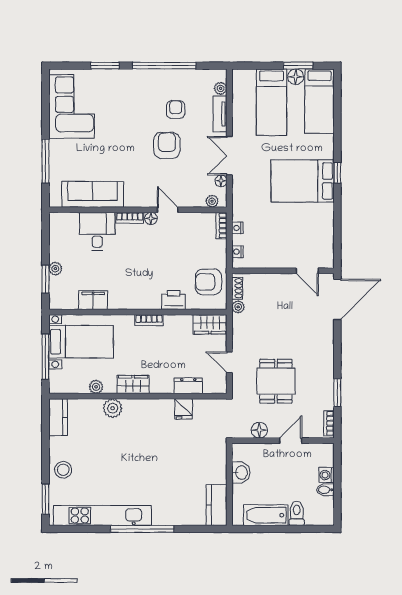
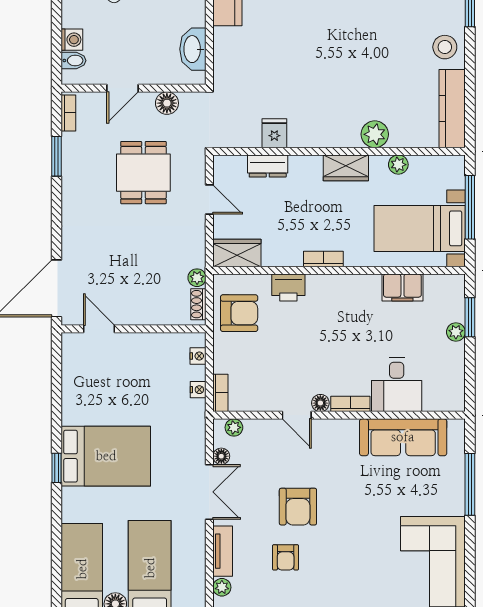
kitchen counter: (58, 417) -> (452, 109), width x1.50
washbasin: (241, 473) -> (193, 49), width x1.38
bidet: (325, 490) -> (73, 61), moved

